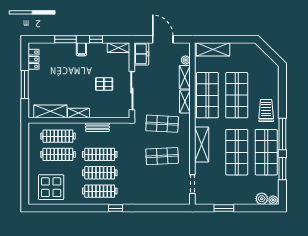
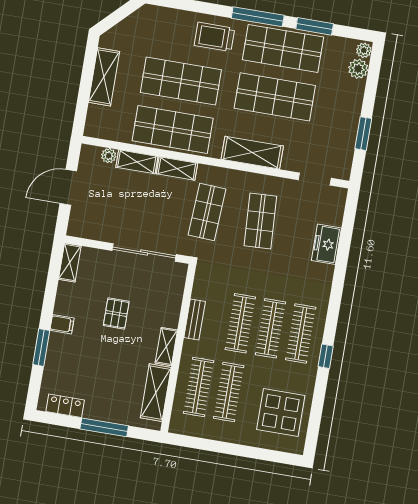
window: (96, 39) -> (50, 297), removed
shelving: (213, 49) -> (104, 77), moved
freezer: (141, 54) -> (326, 244), moved, turned -90
pallet: (104, 84) -> (116, 313), moved
window: (115, 208) -> (326, 356), moved

